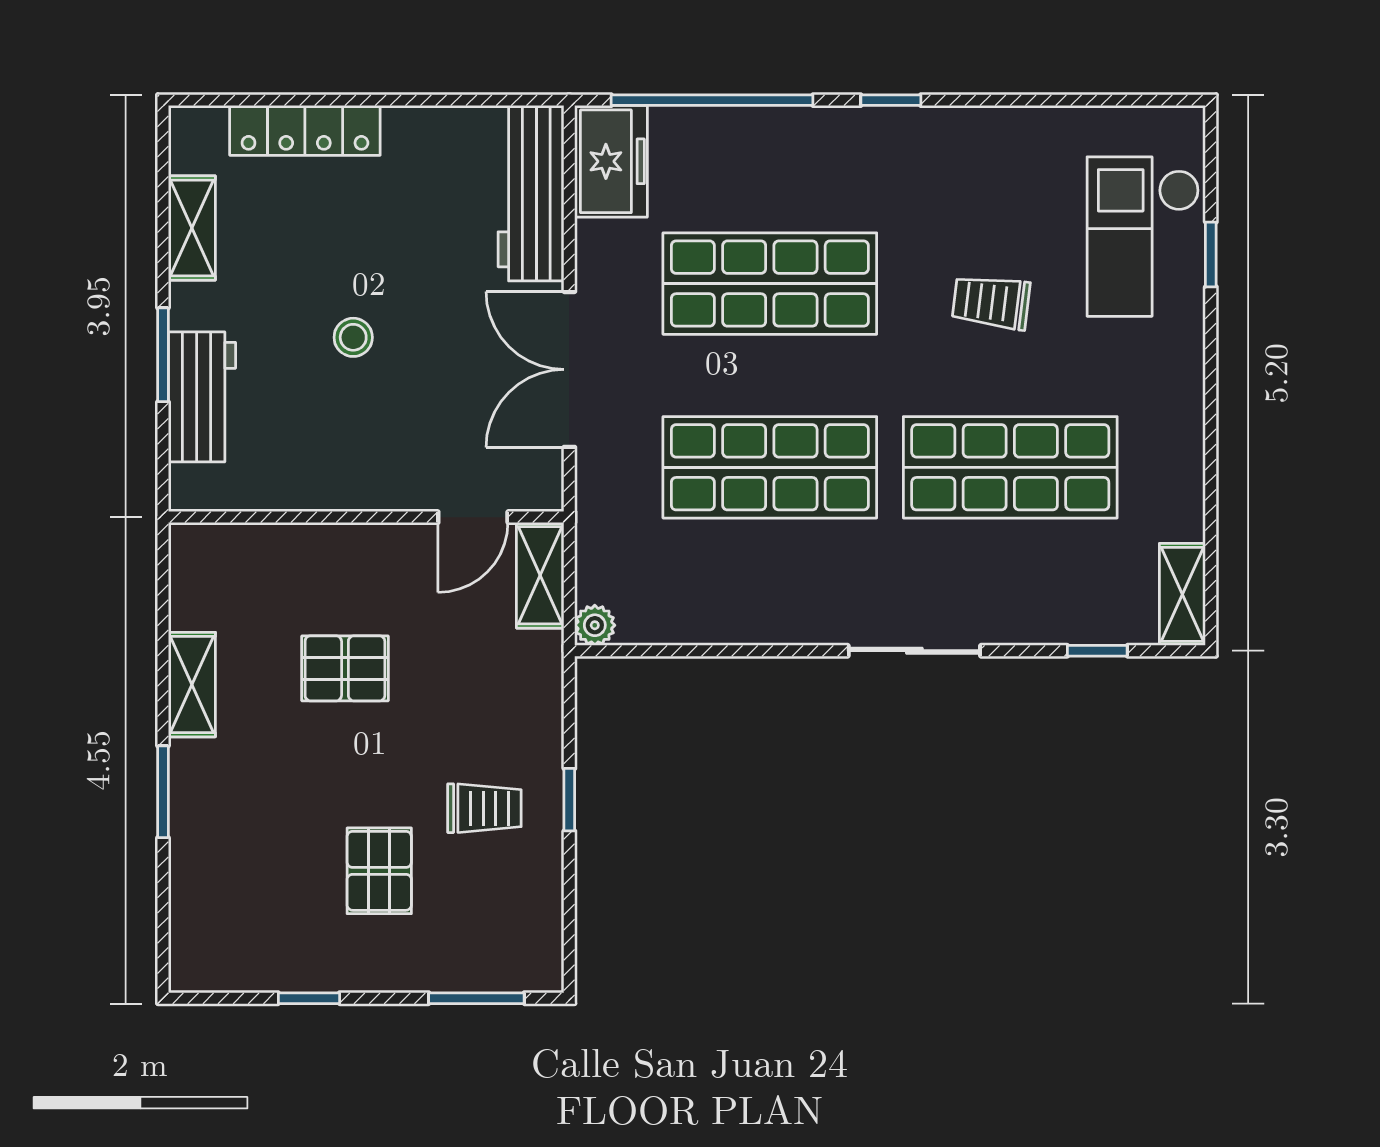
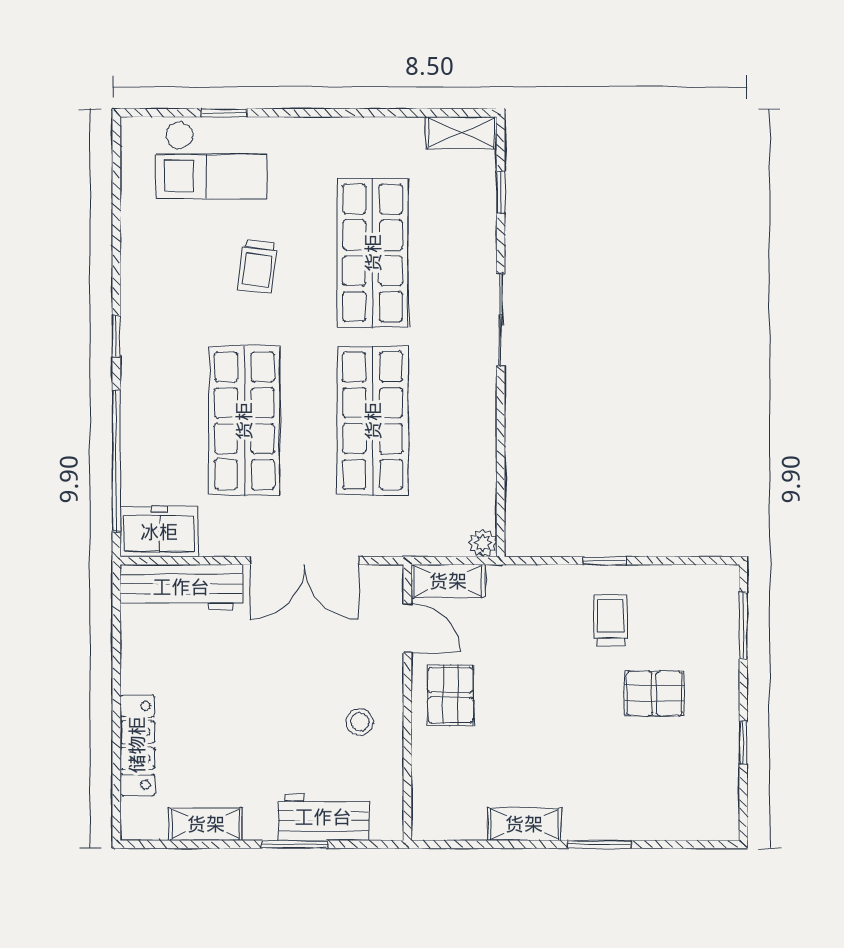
stool: (353, 337) -> (360, 722), moved
pallet: (345, 668) -> (450, 695), moved

